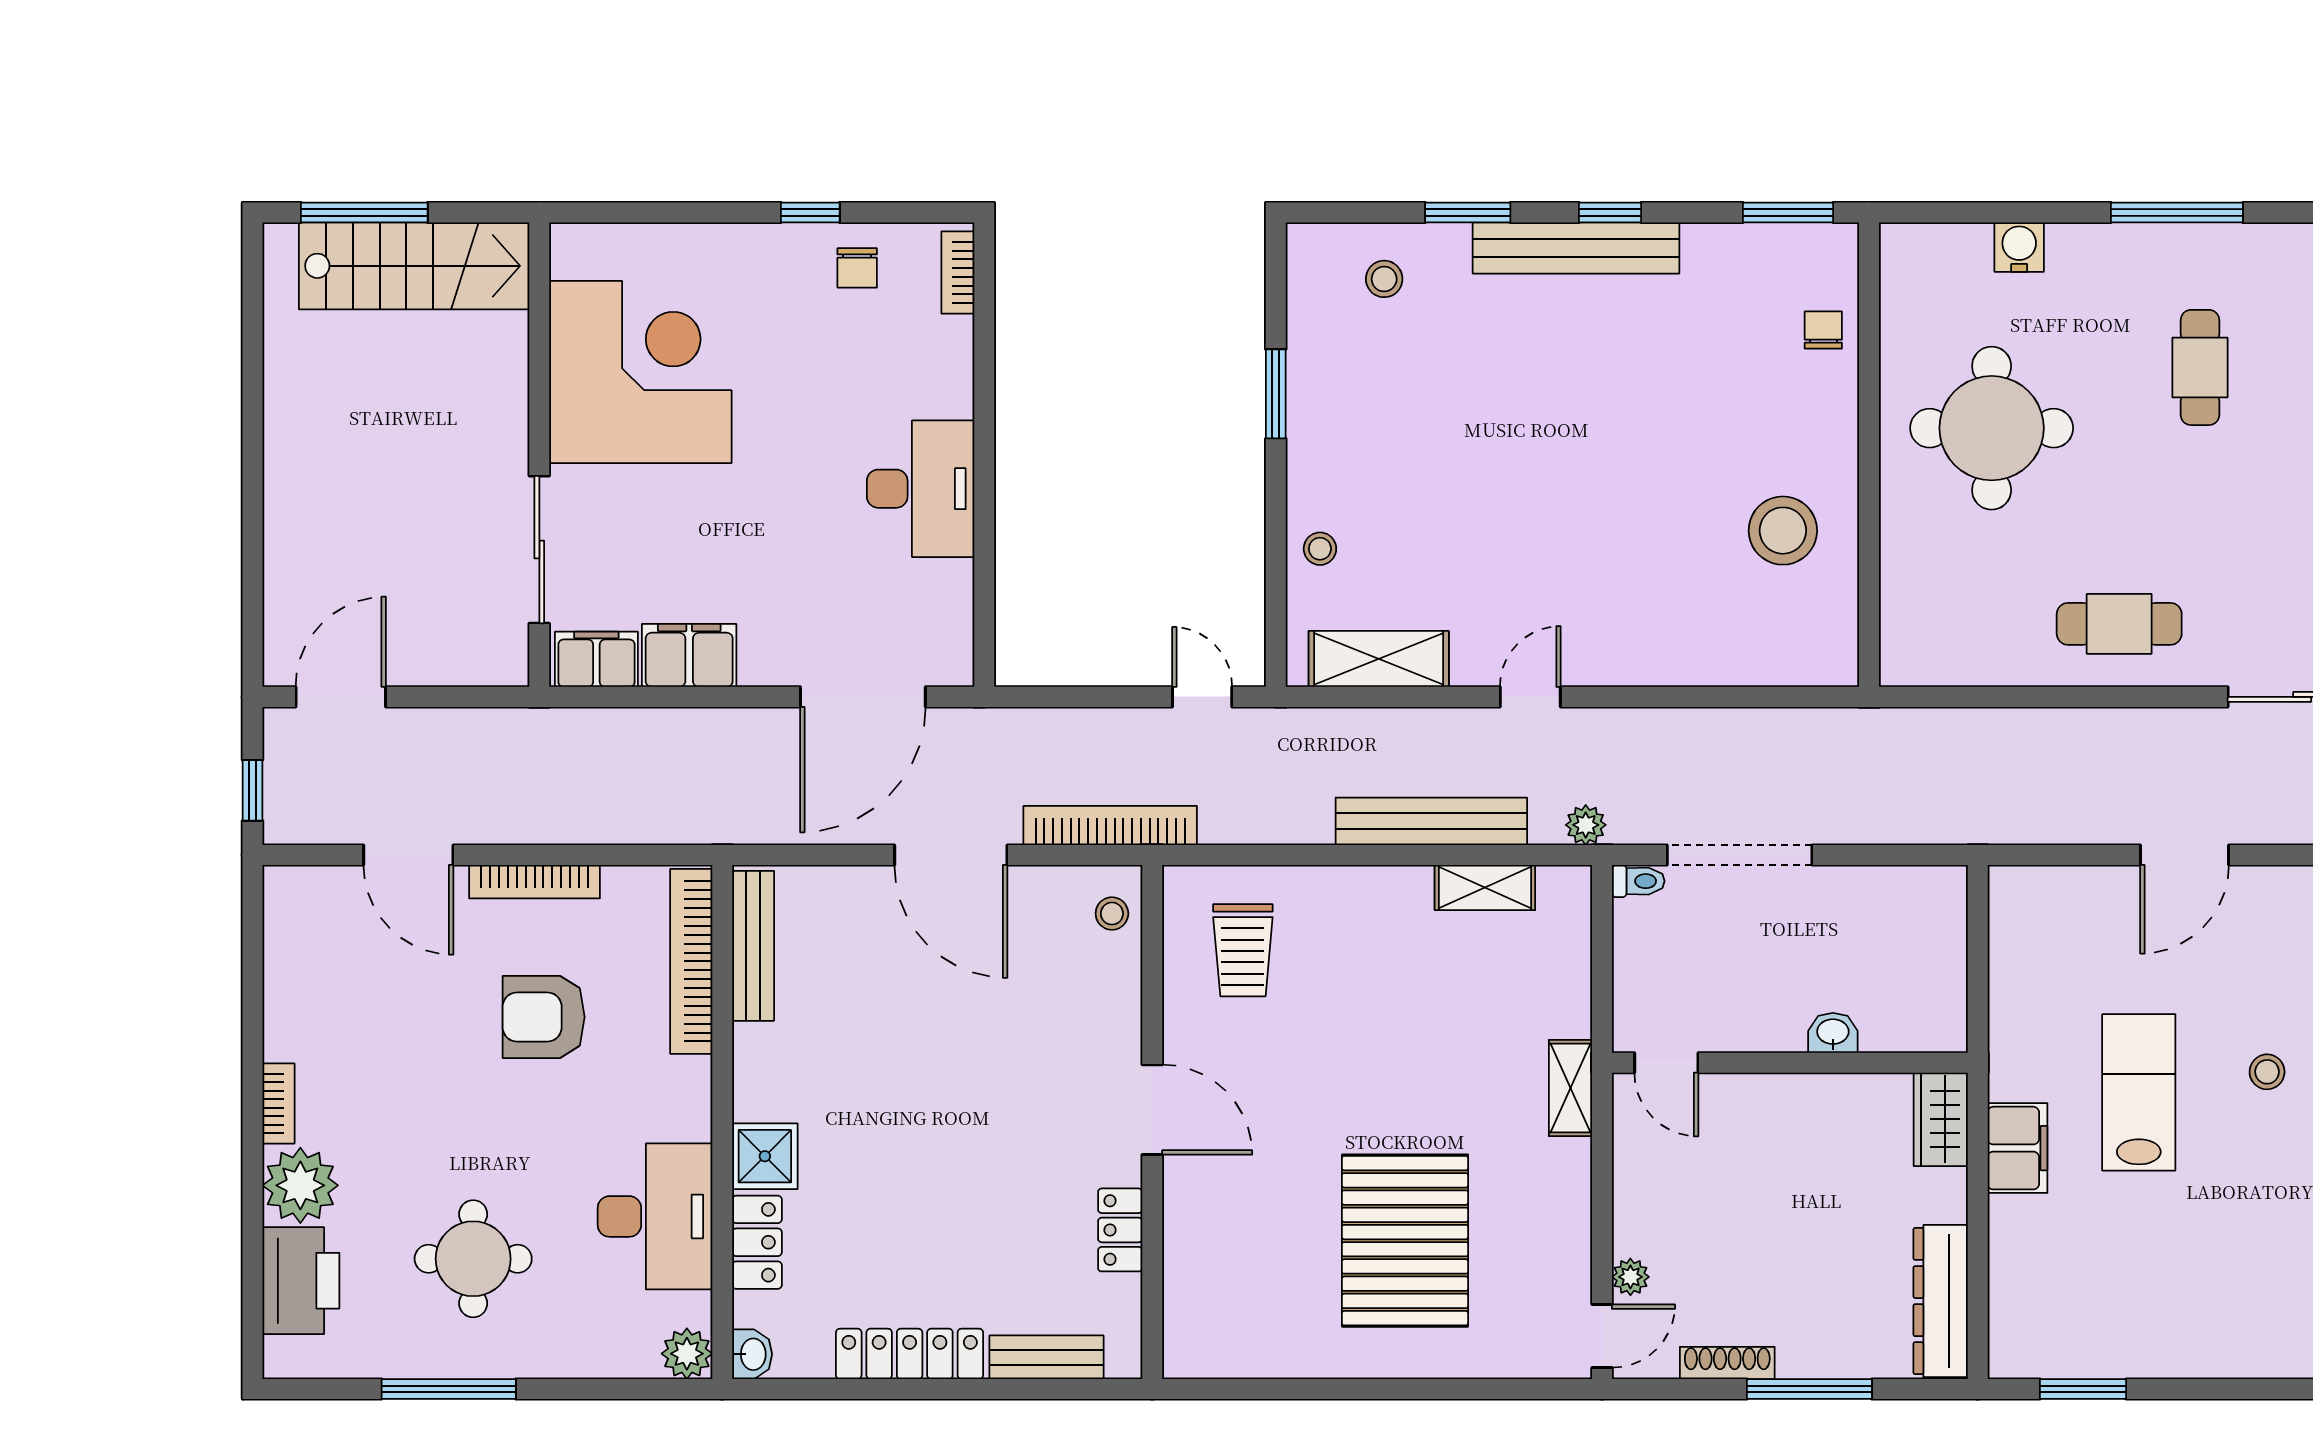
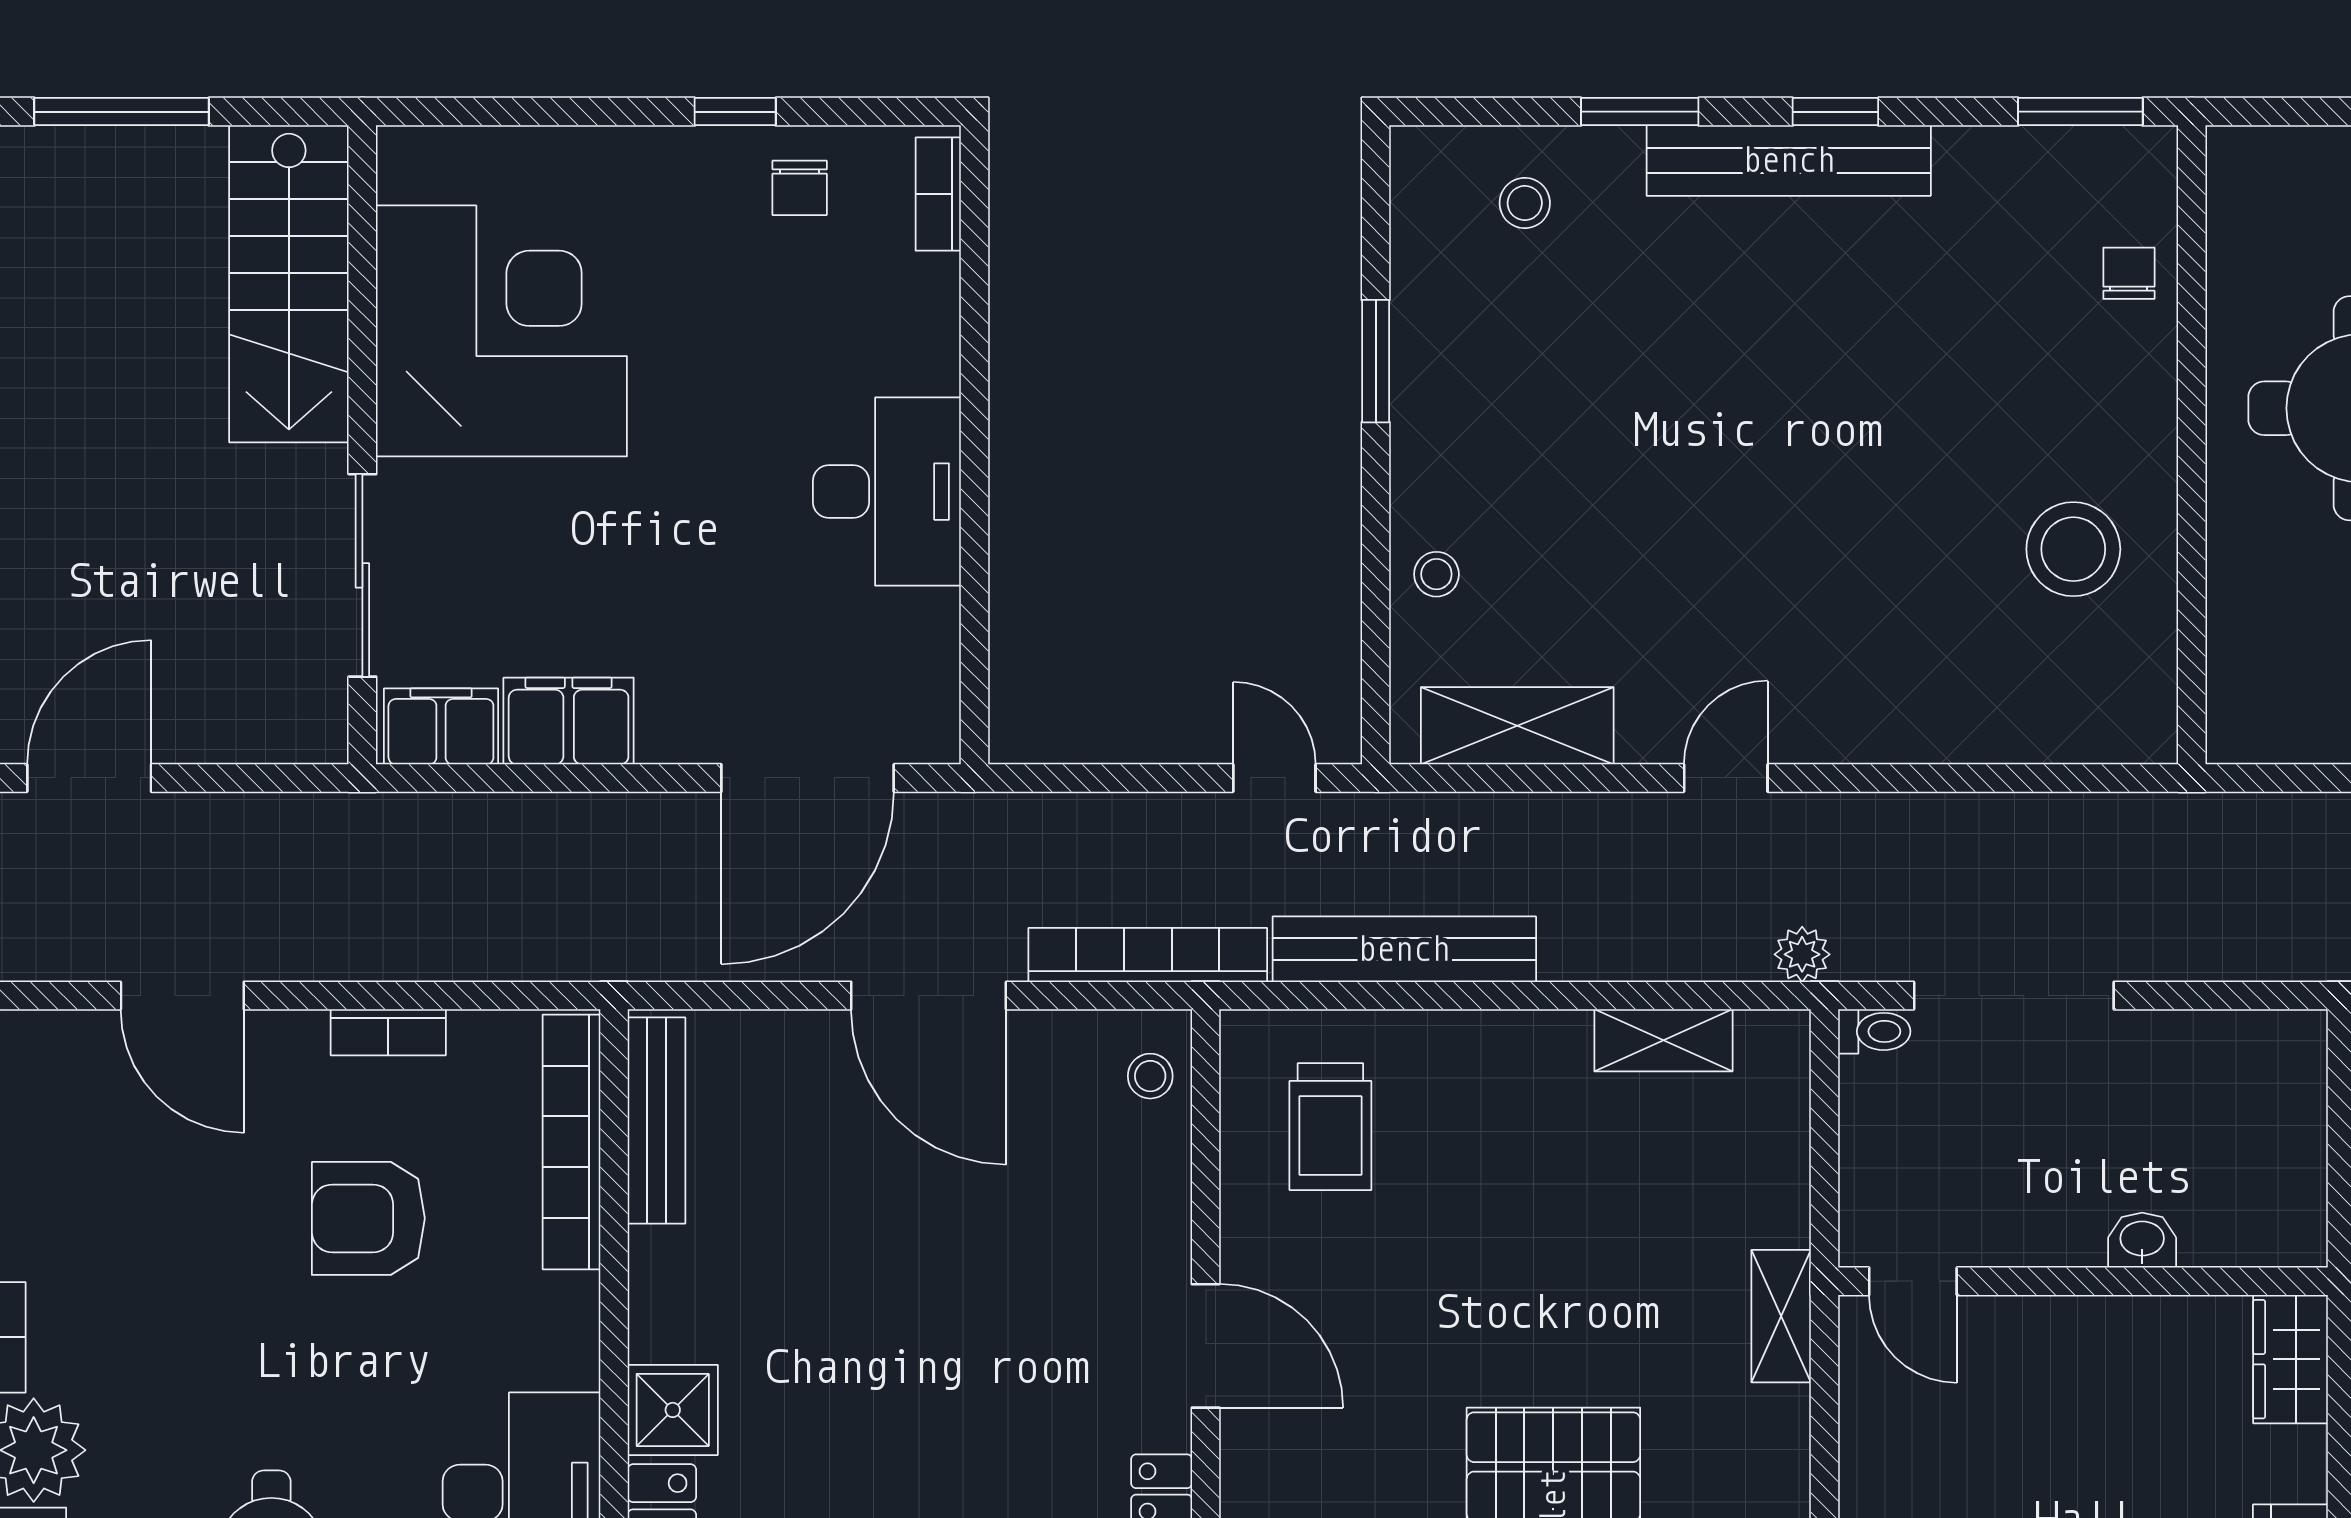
stairs: (414, 266) -> (289, 284), moved, turned 90
bench: (1431, 821) -> (1404, 949), moved
bookcase: (535, 882) -> (388, 1032), width x0.64

